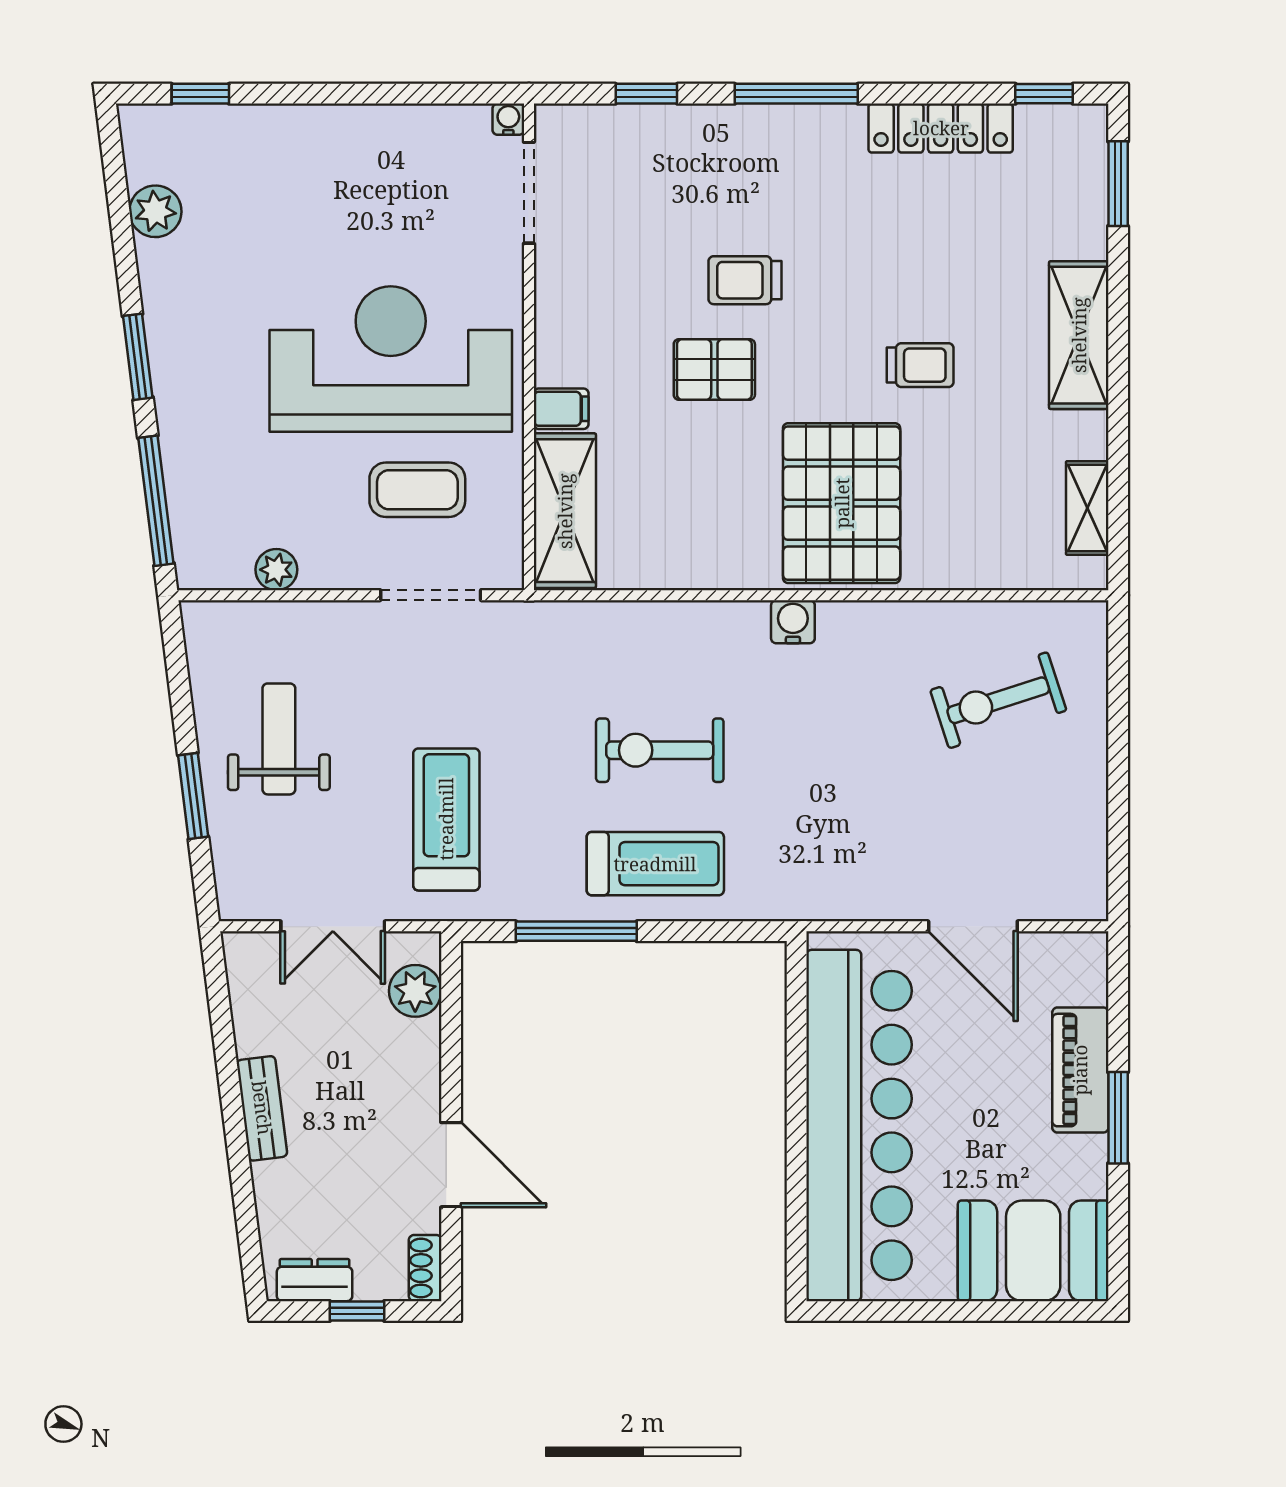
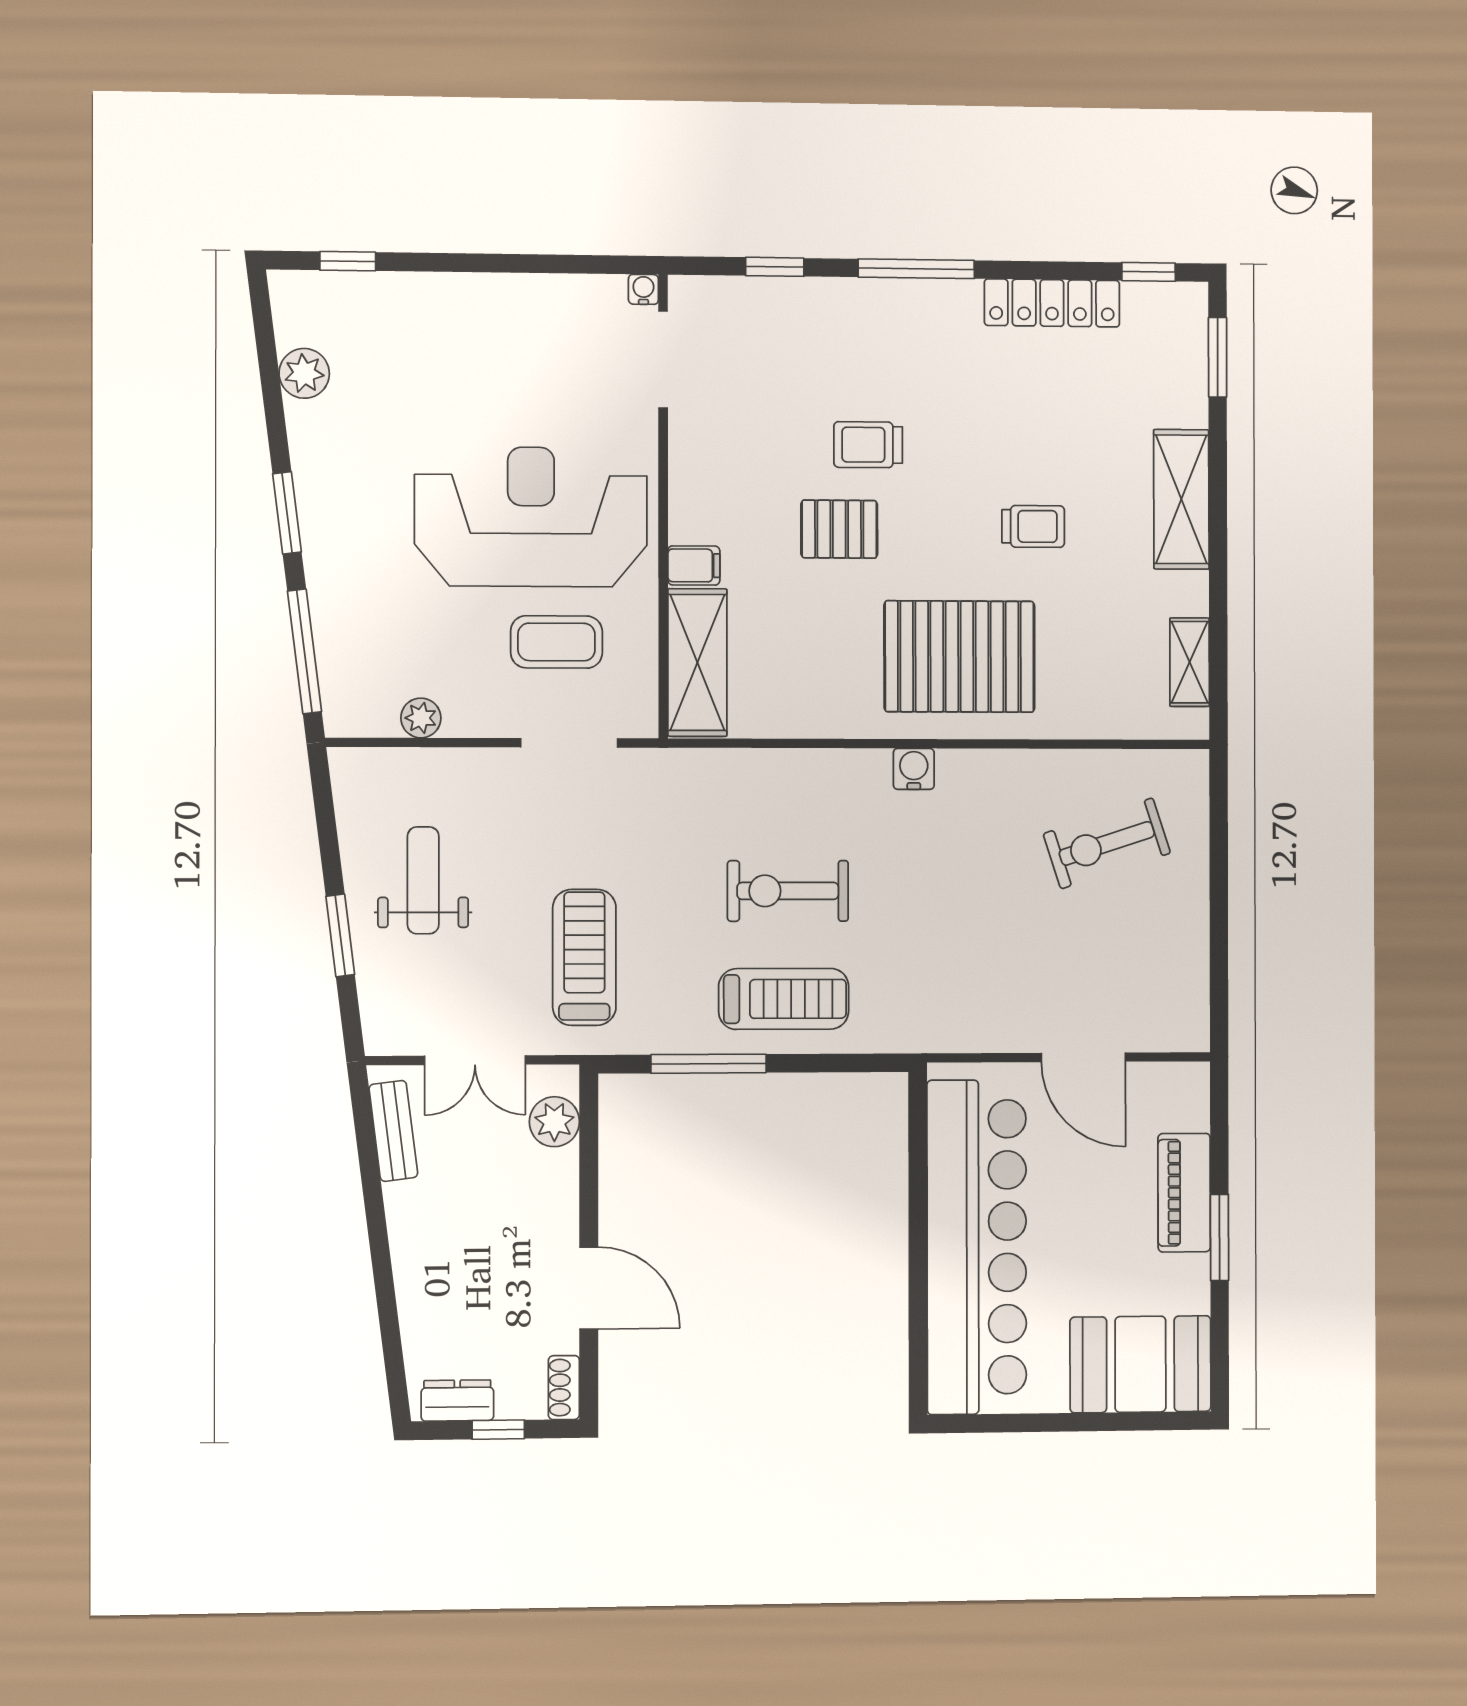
pallet: (842, 503) -> (959, 657), turned 90
bench: (262, 1108) -> (393, 1131), moved

